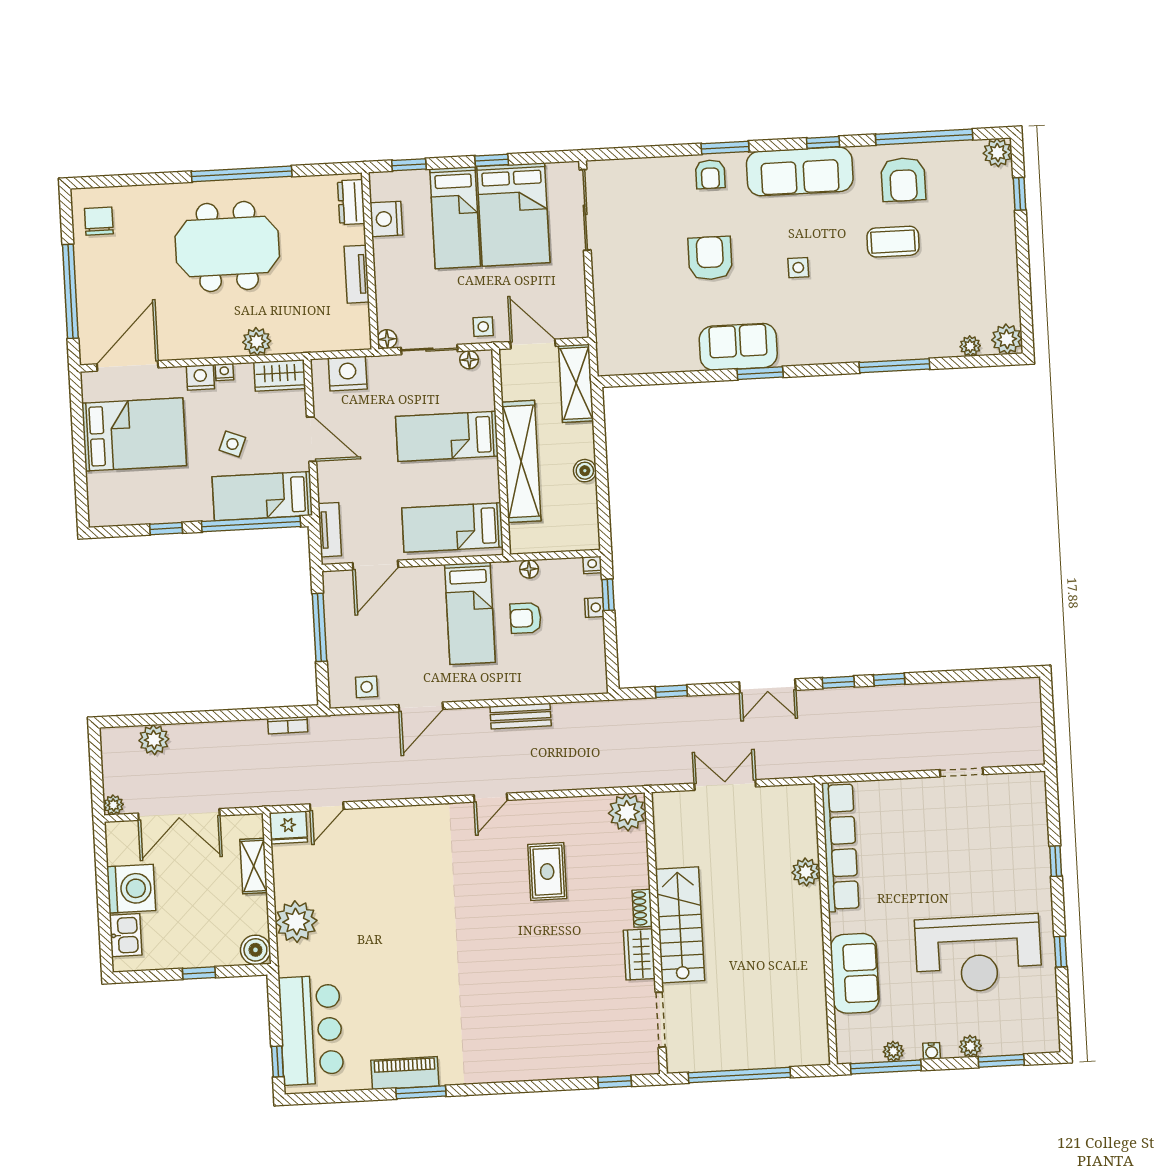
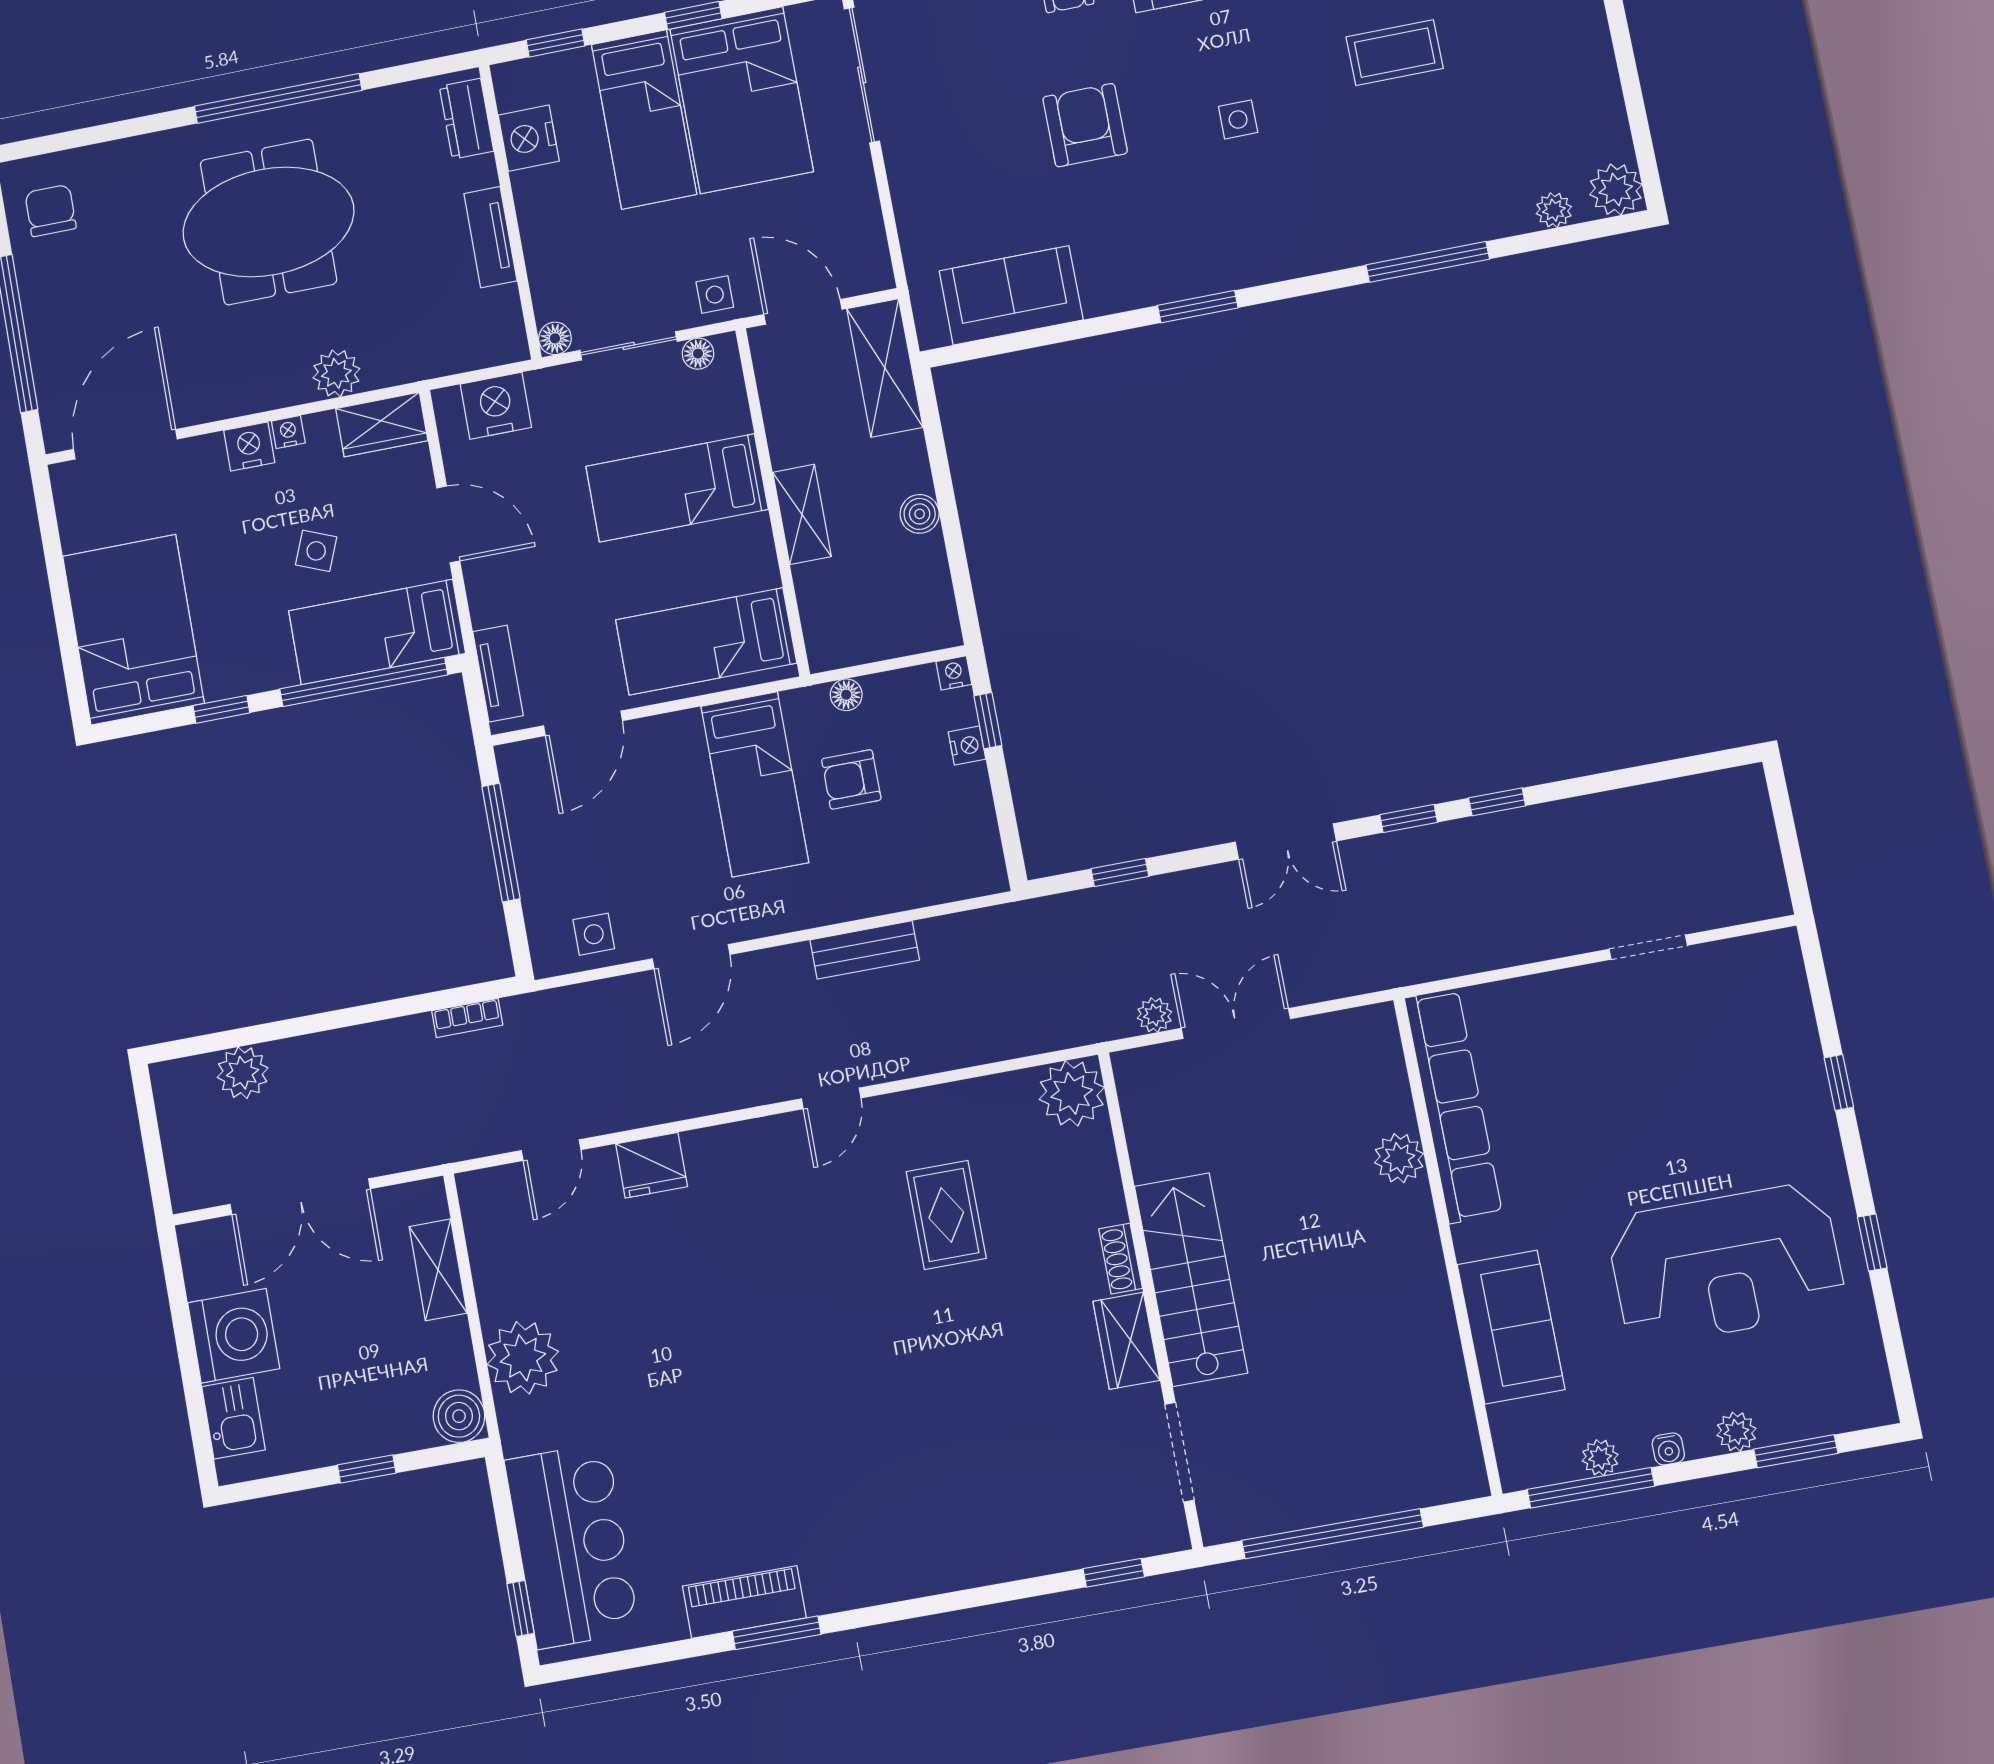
sofa: (738, 347) -> (1011, 295), moved
bed: (134, 434) -> (133, 630), moved, turned -90
shelving: (521, 461) -> (802, 514), width x0.45, depth x0.75
plant: (113, 805) -> (1154, 1015), moved
fridge: (288, 828) -> (652, 1165), moved

